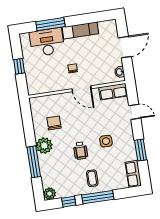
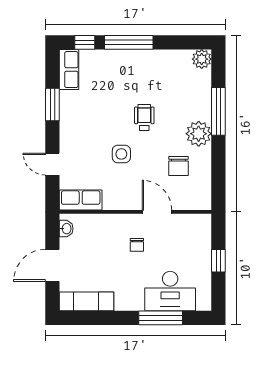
exam couch: (80, 30) -> (87, 301), moved
door: (82, 89) -> (157, 212), moved
side table: (106, 141) -> (121, 154), moved
coffee table: (92, 178) -> (133, 73), removed
window: (69, 202) -> (85, 42), moved

